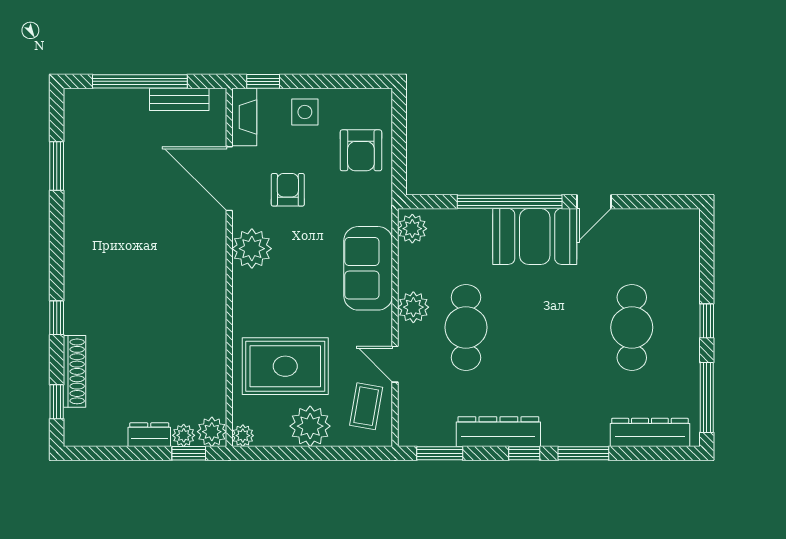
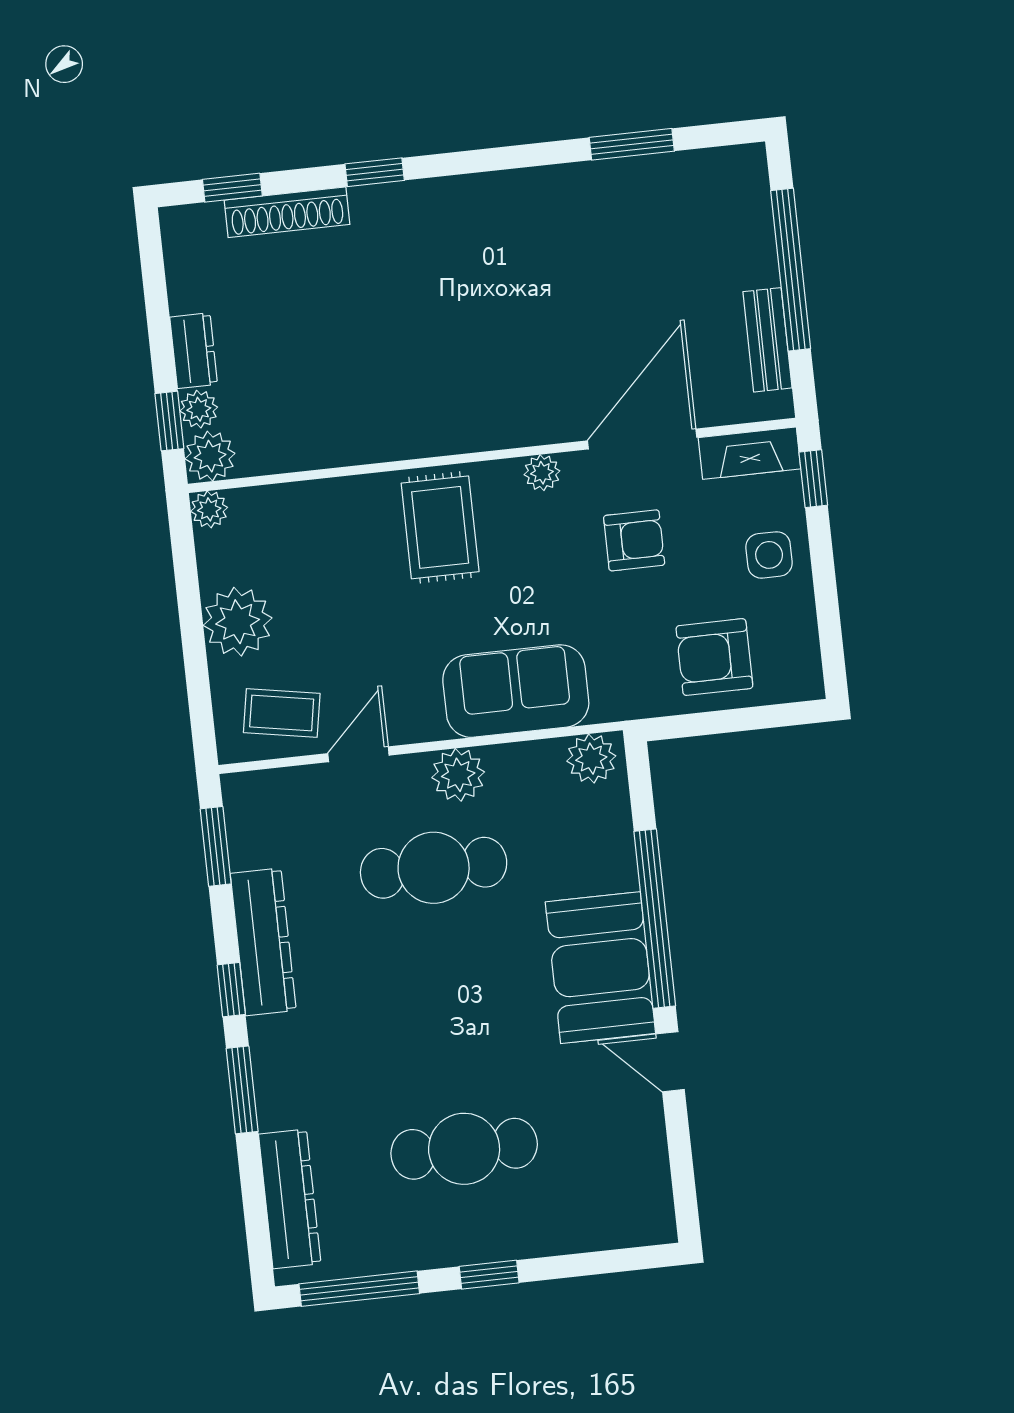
plant: (252, 249) -> (542, 473), width x0.53, depth x0.53
rug: (285, 366) -> (440, 527), moved, width x0.73, depth x0.70

